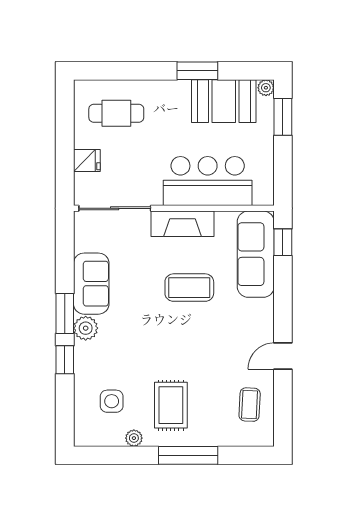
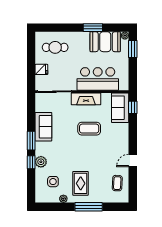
sofa: (256, 254) -> (120, 108), width x0.73
plant: (86, 328) -> (41, 162), moved

